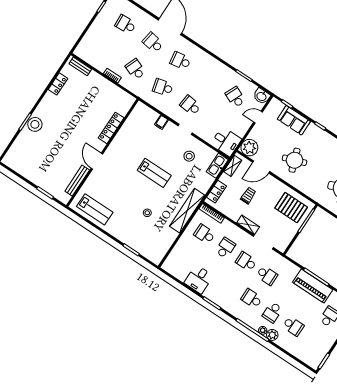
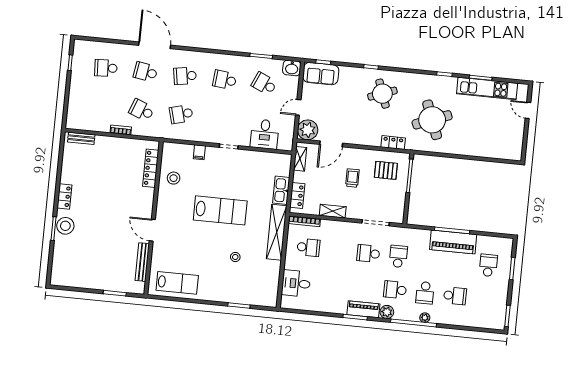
locker: (58, 84) -> (65, 196), moved
school desk: (190, 106) -> (225, 80), moved
door: (258, 117) -> (298, 107), moved
sofa: (294, 120) -> (321, 74), moved
locker: (111, 128) -> (151, 168), moved
desk: (226, 142) -> (265, 134), moved, turned 90
stool: (189, 156) -> (174, 178), moved
round table: (295, 160) -> (382, 94), moved
kitchen sink: (217, 166) -> (281, 190), moved
lab bench: (154, 173) -> (220, 210), width x1.36, depth x1.39
locker: (307, 190) -> (393, 143), added
trolley: (248, 196) -> (352, 178), moved
pallet: (291, 208) -> (386, 170), width x0.67, depth x0.71
shelving: (248, 225) -> (333, 211), moved
school desk: (205, 234) -> (308, 247), turned 180
school desk: (225, 248) -> (338, 250), removed
school desk: (267, 275) -> (398, 256), turned -90
desk: (199, 279) -> (296, 283), moved, turned 90
piano: (221, 301) -> (363, 309), added
plant: (272, 335) -> (387, 312), moved

